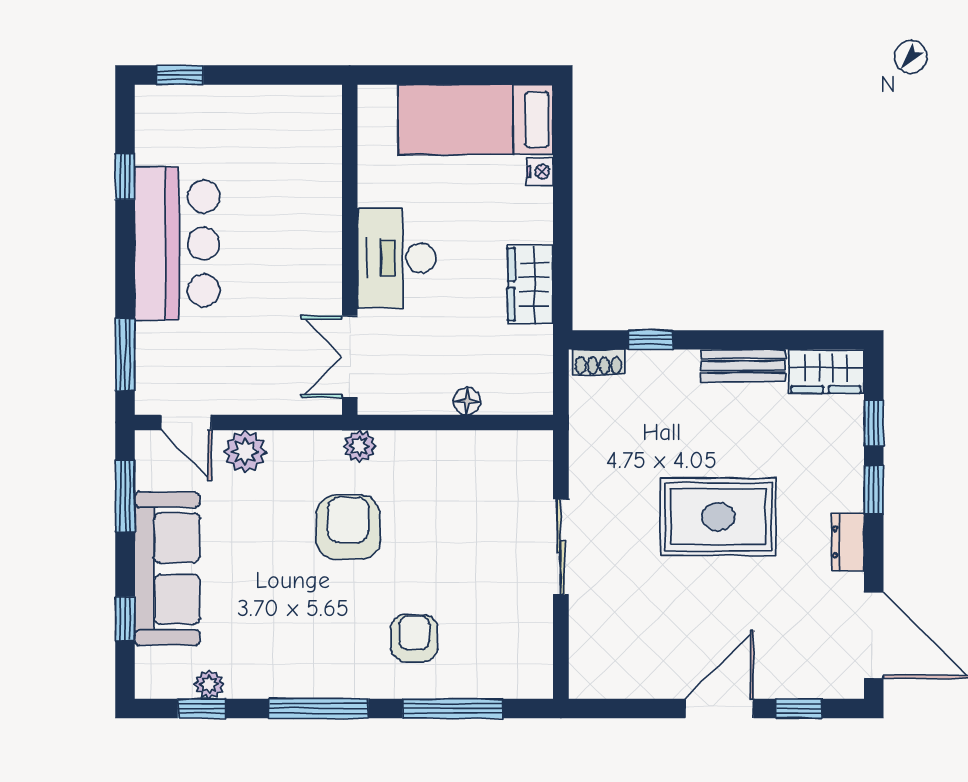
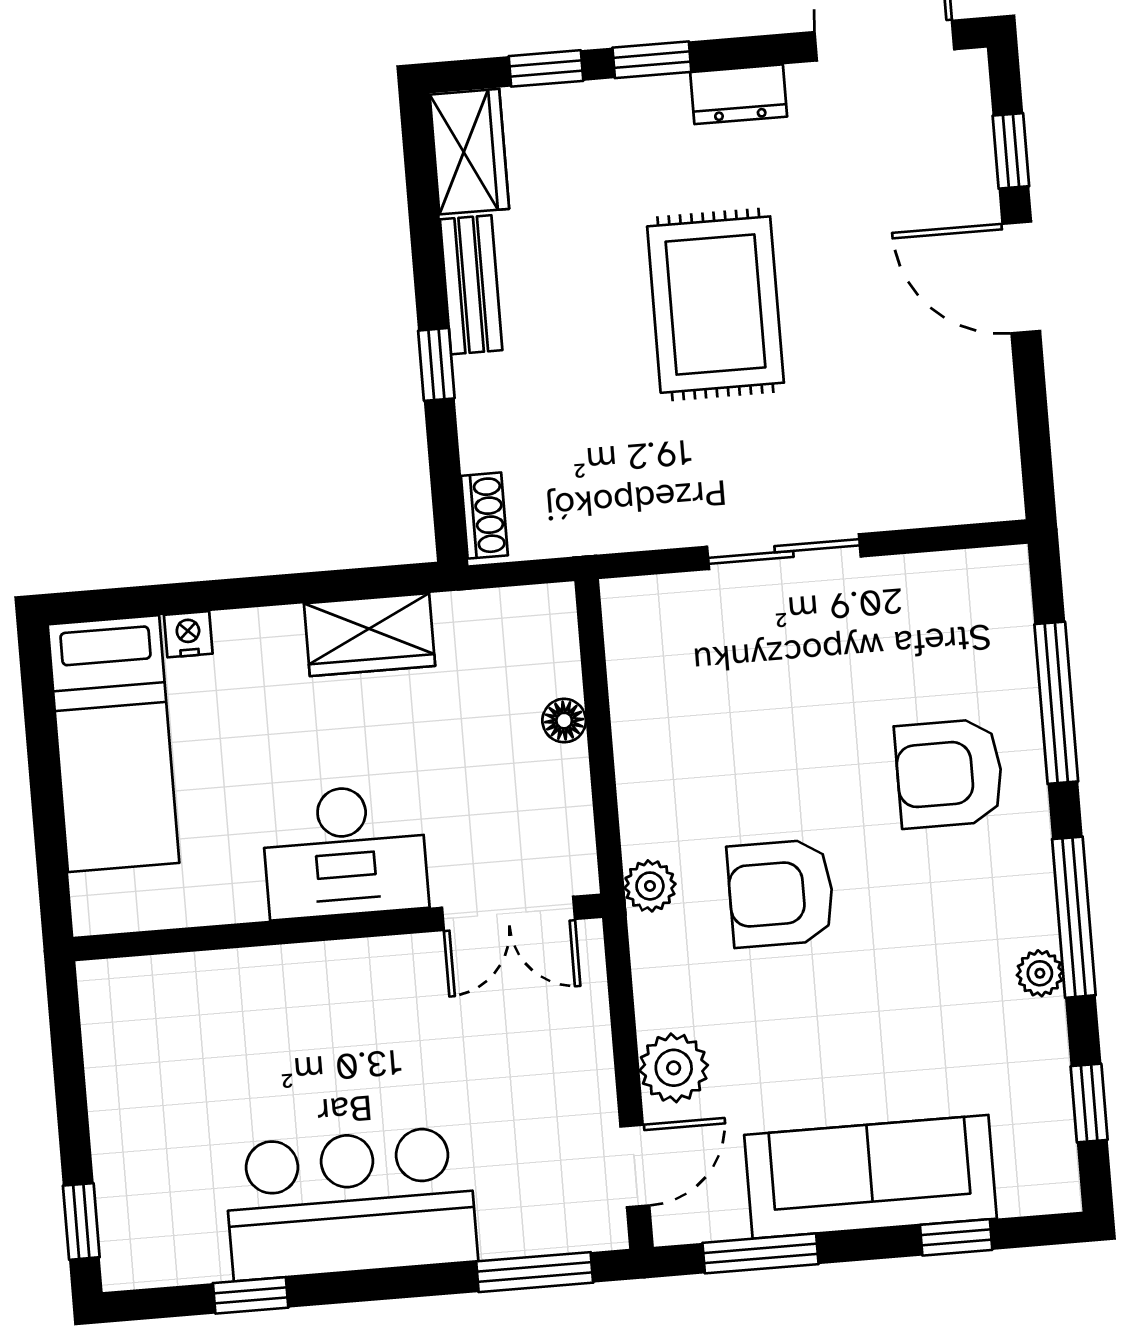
window: (650, 340) -> (436, 364), moved
armchair: (414, 638) -> (949, 773), width x1.38, depth x1.38
plant: (209, 684) -> (1040, 973), moved

